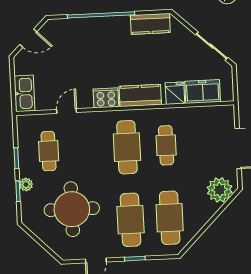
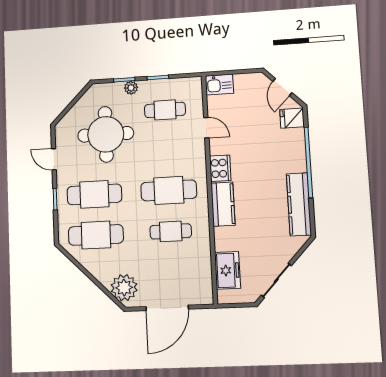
kitchen counter: (150, 24) -> (299, 204), width x1.50
kitchen sink: (24, 93) -> (219, 85), width x0.73
fridge: (175, 93) -> (292, 118), moved, turned 180

